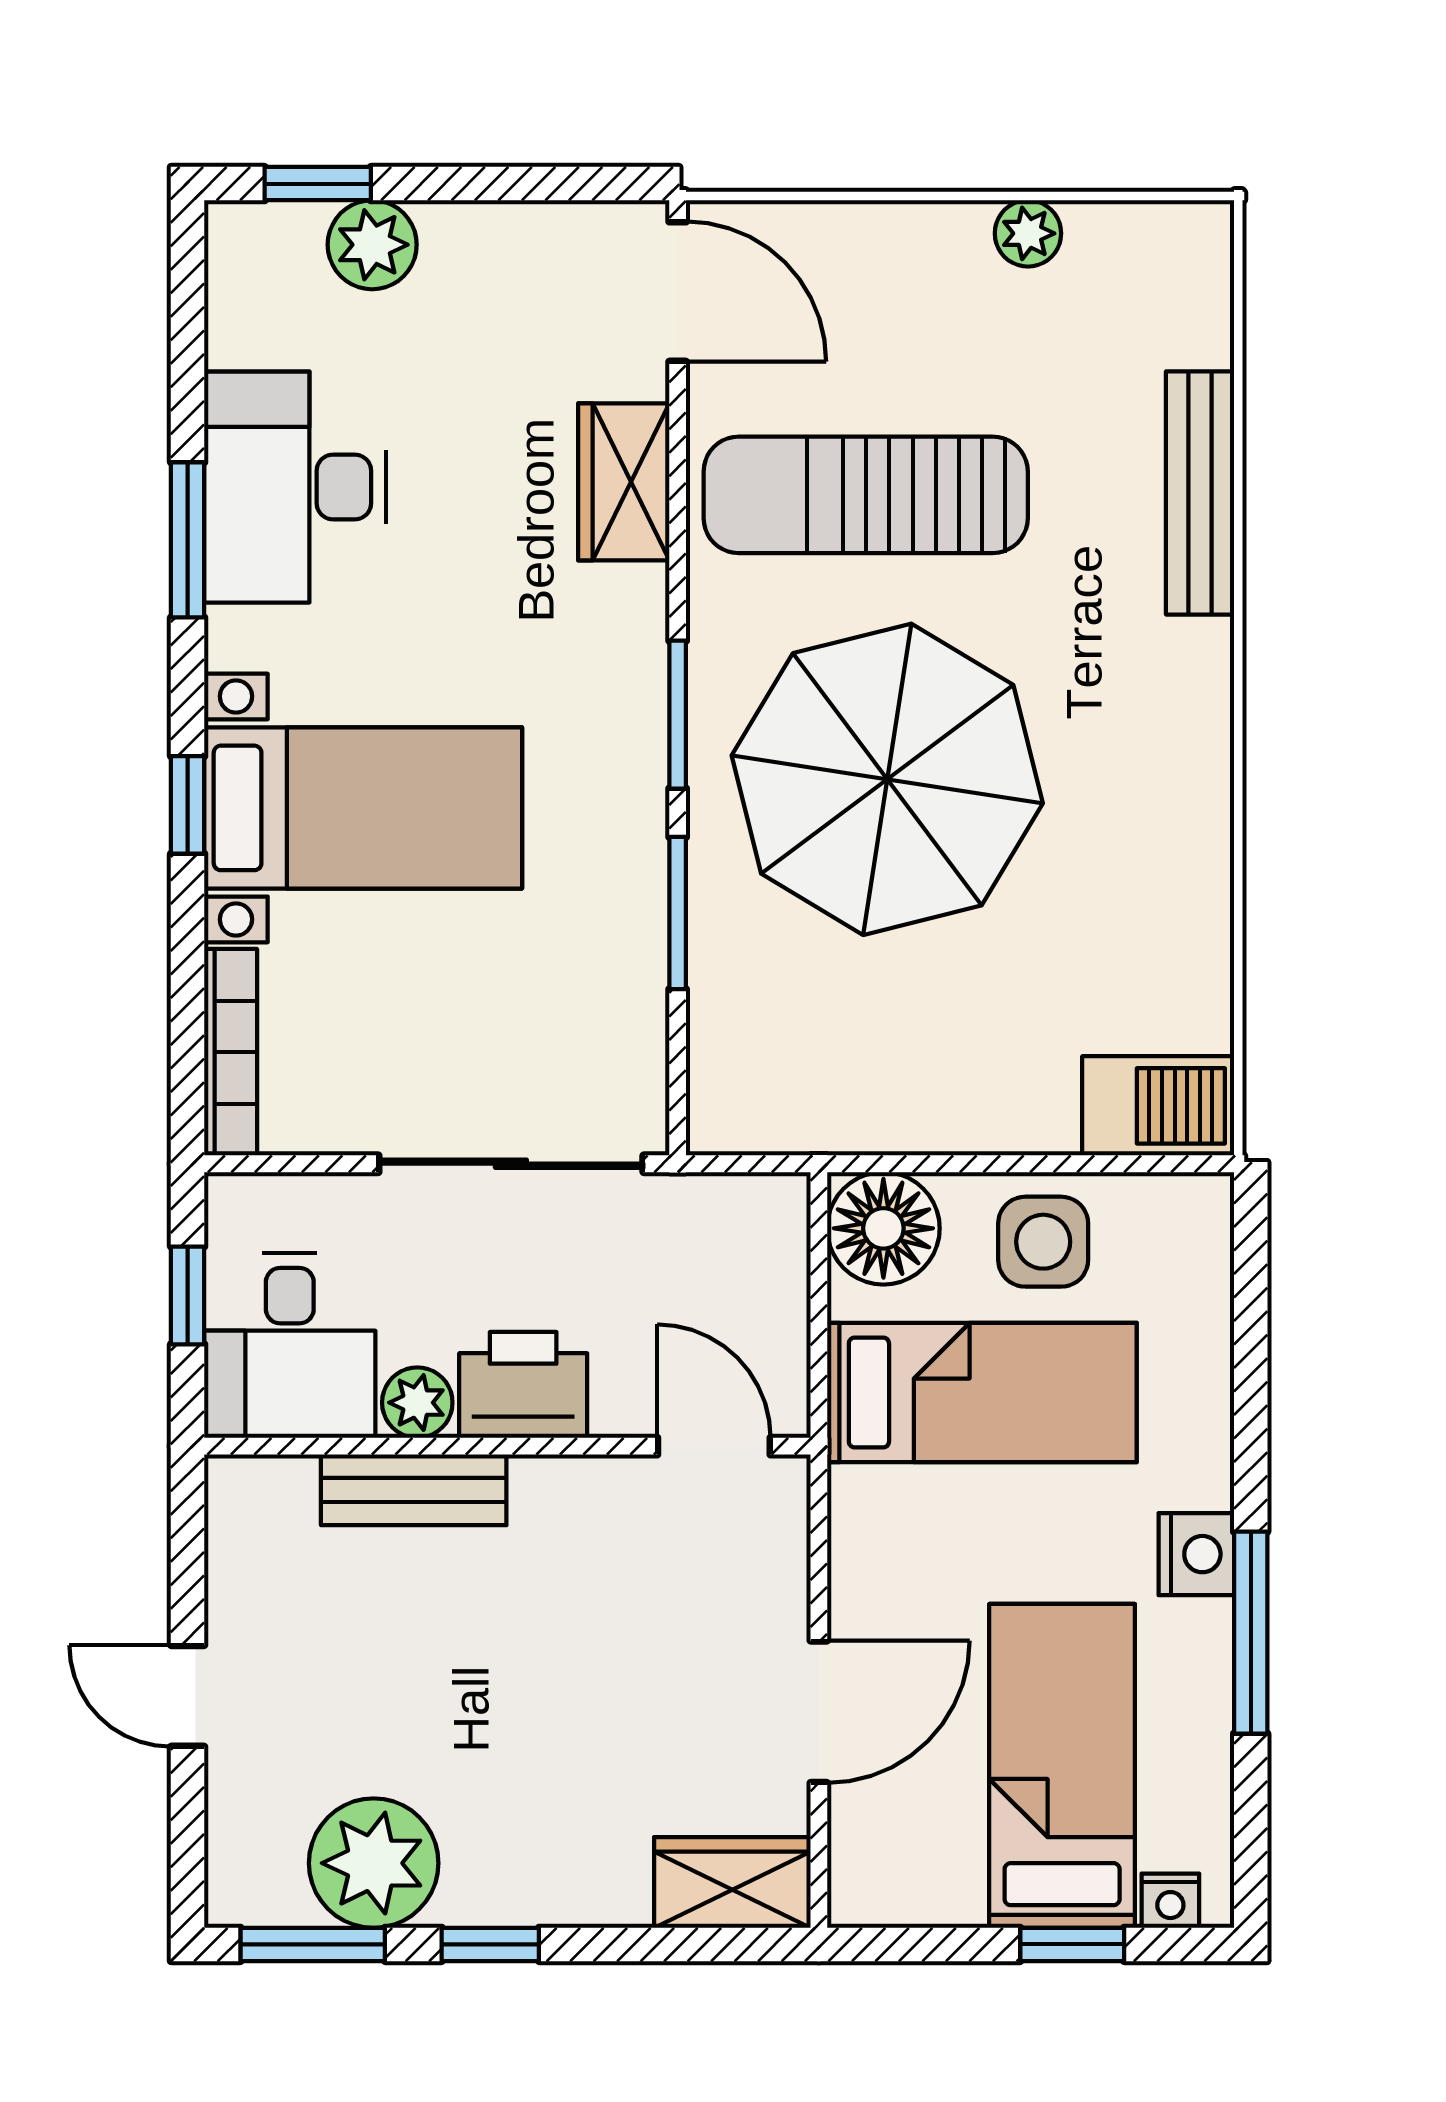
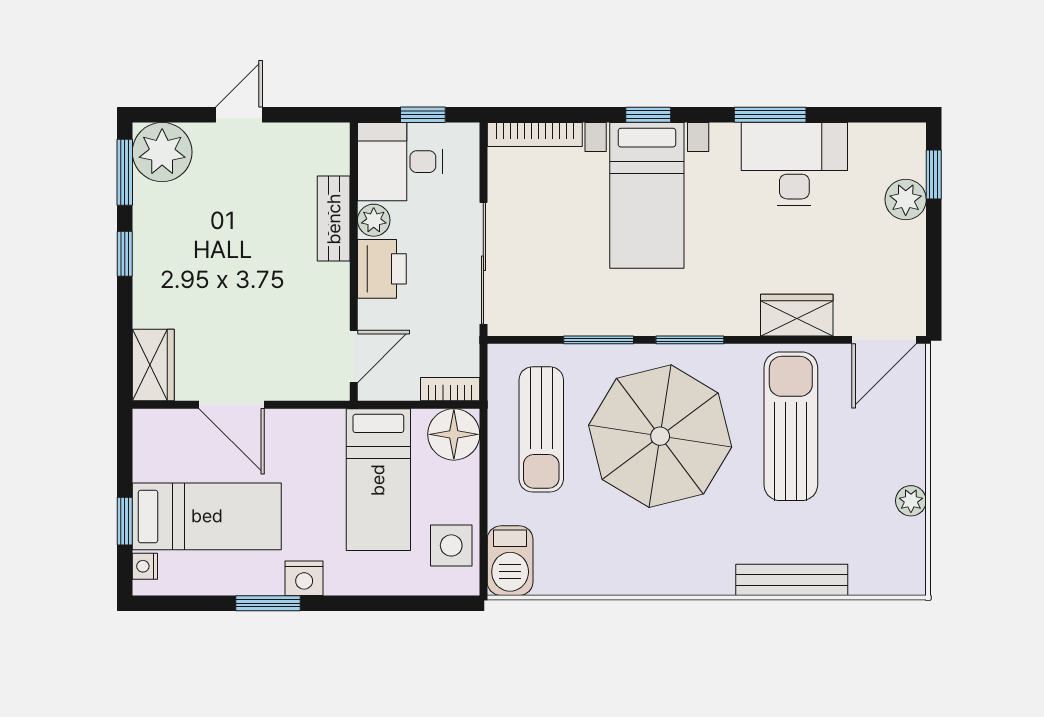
sun lounger: (873, 1038) -> (541, 429), added
bookcase: (785, 1236) -> (450, 389), added
side table: (1043, 1242) -> (451, 545), moved
window: (1251, 1633) -> (268, 603), width x0.69
plant: (374, 1863) -> (162, 152), moved

